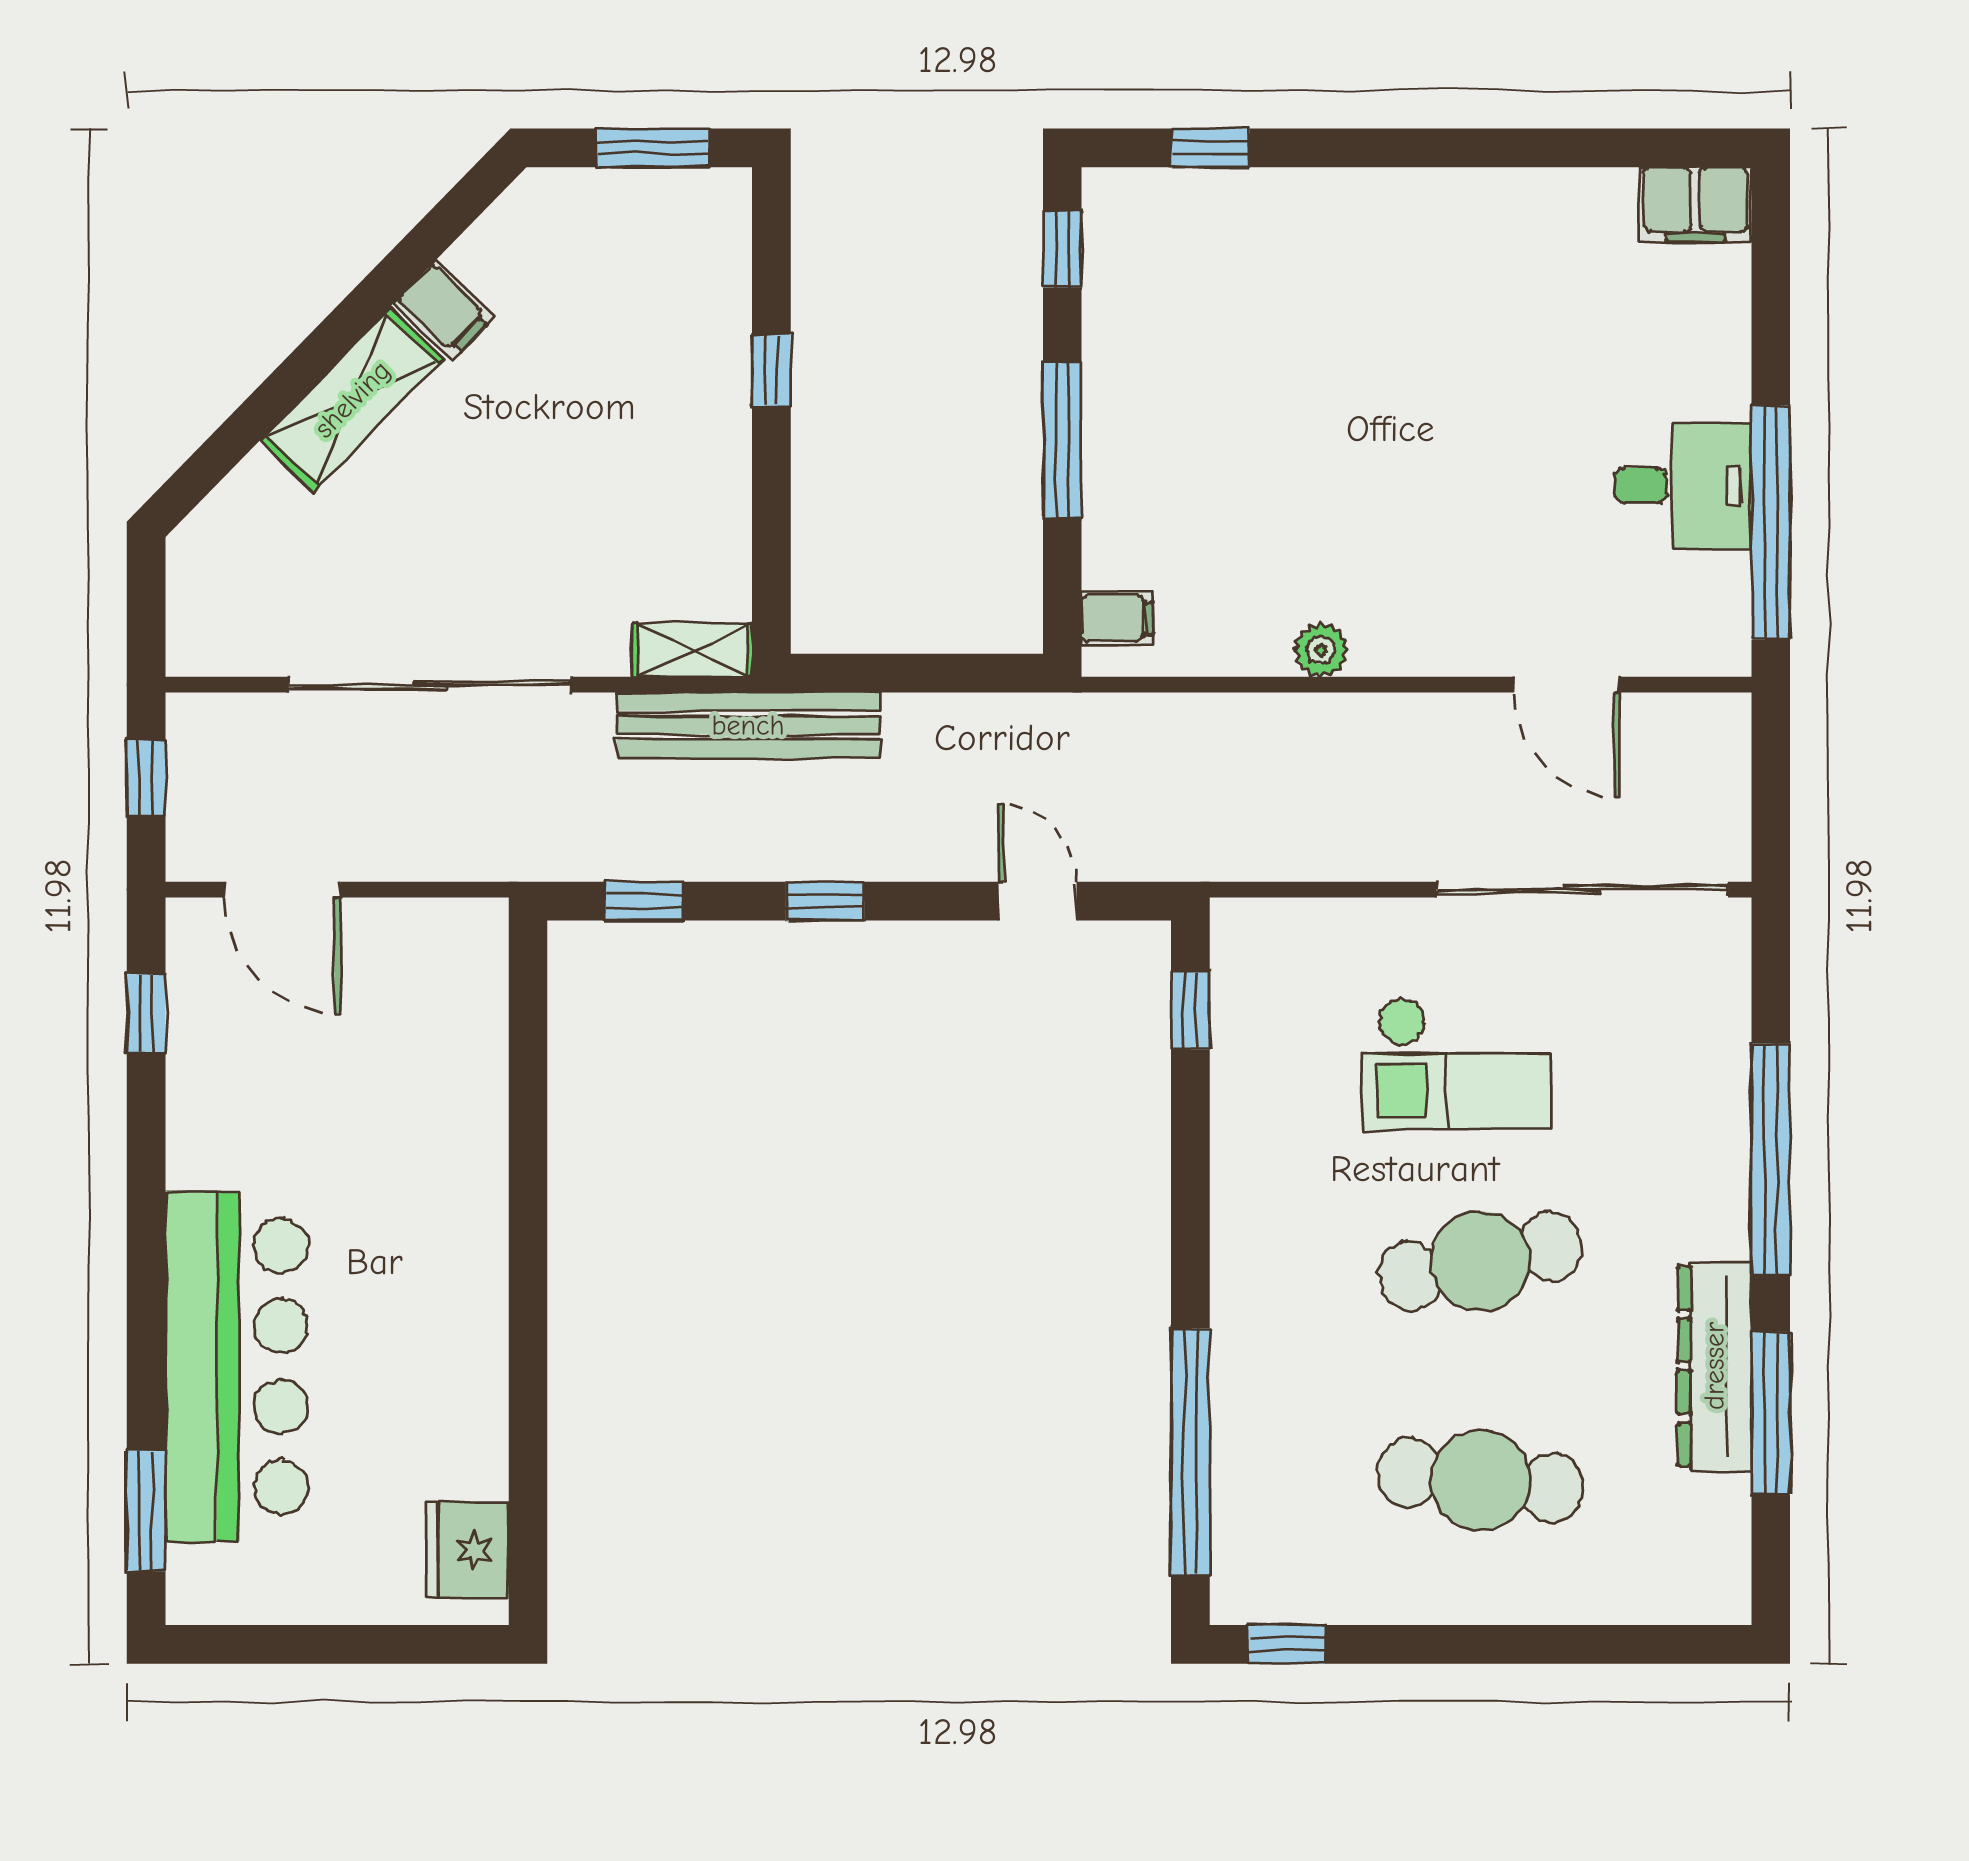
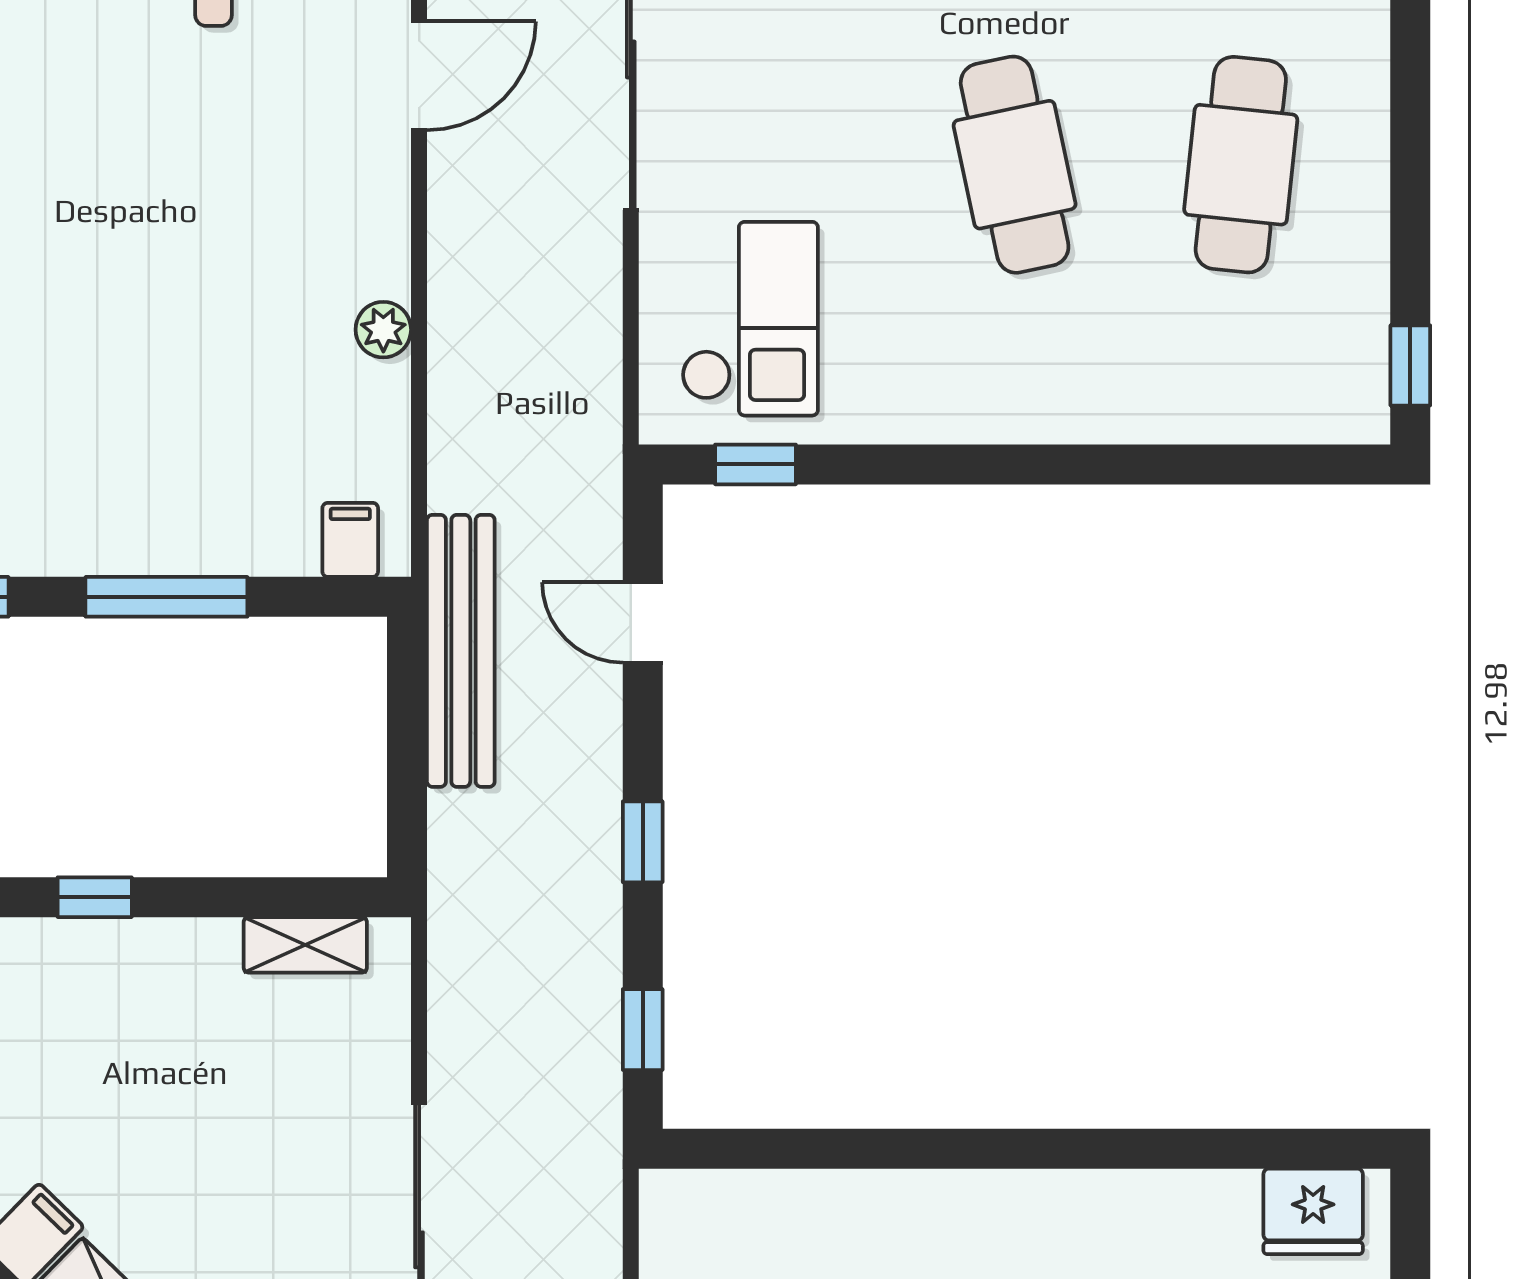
shelving: (692, 650) -> (305, 945), moved, turned 90
bench: (748, 725) -> (461, 651), moved
door: (1038, 901) -> (643, 622), hinge flipped
checkout: (1456, 1064) -> (750, 319), moved
window: (1190, 1451) -> (1211, 464), removed

